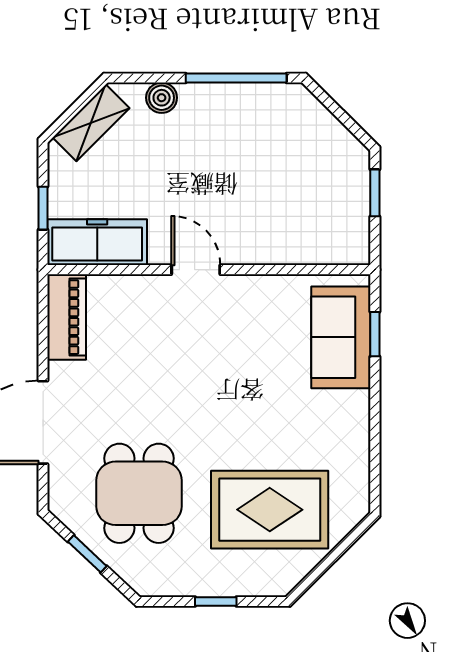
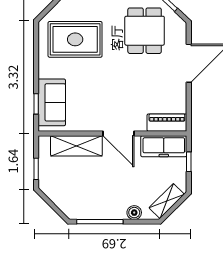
shelving: (287, 243) -> (76, 146), added
door: (196, 270) -> (118, 134), width x1.38
piano: (67, 317) -> (167, 123), moved, turned 90
rug: (270, 510) -> (75, 39), moved

